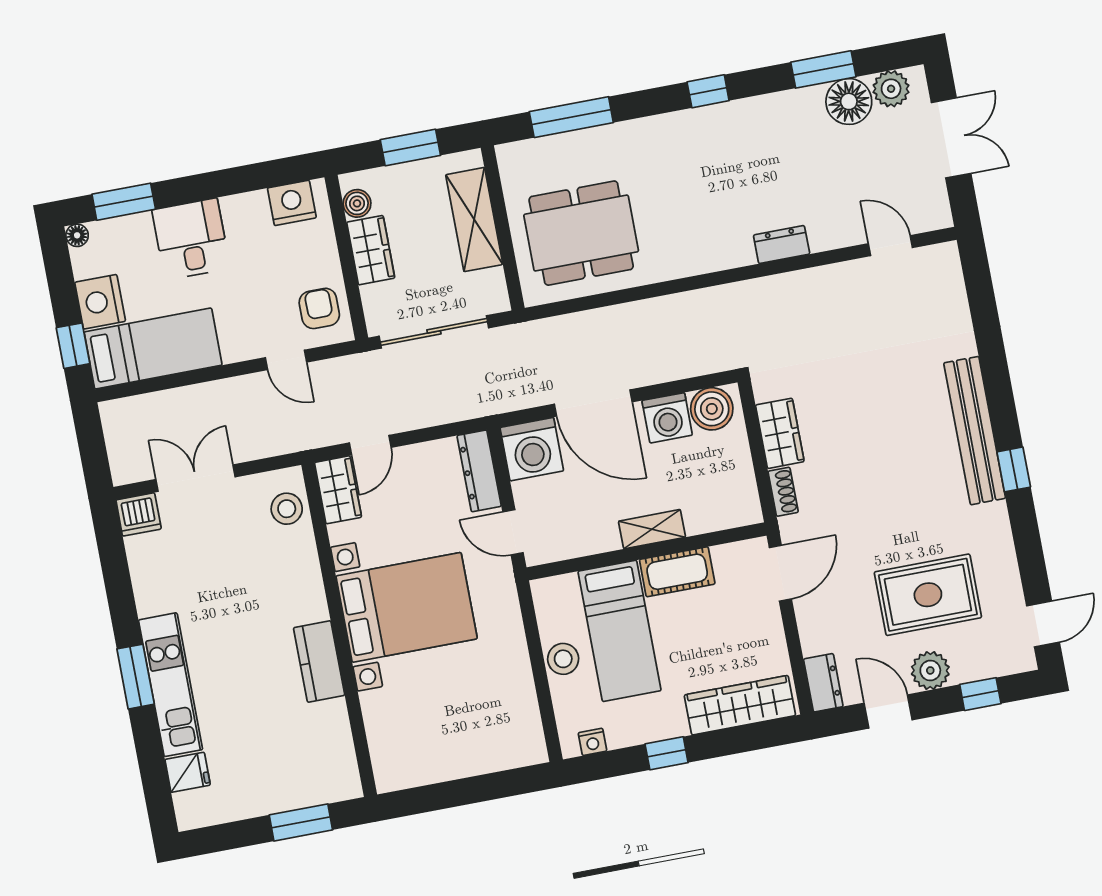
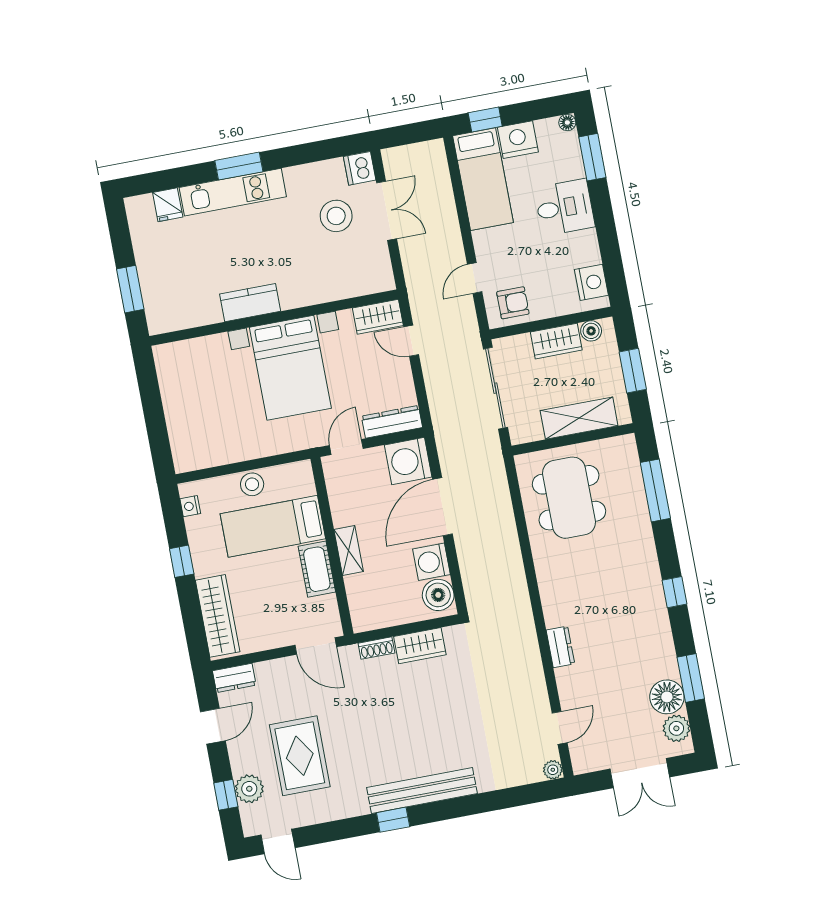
plant: (947, 255) -> (553, 770), added
stool: (287, 509) -> (336, 216), moved, width x1.38, depth x1.38
plant: (930, 670) -> (249, 789), moved

